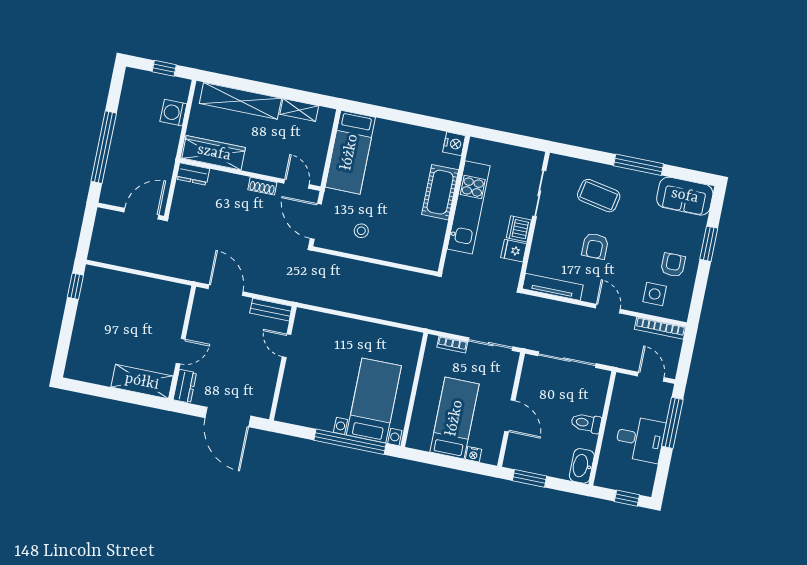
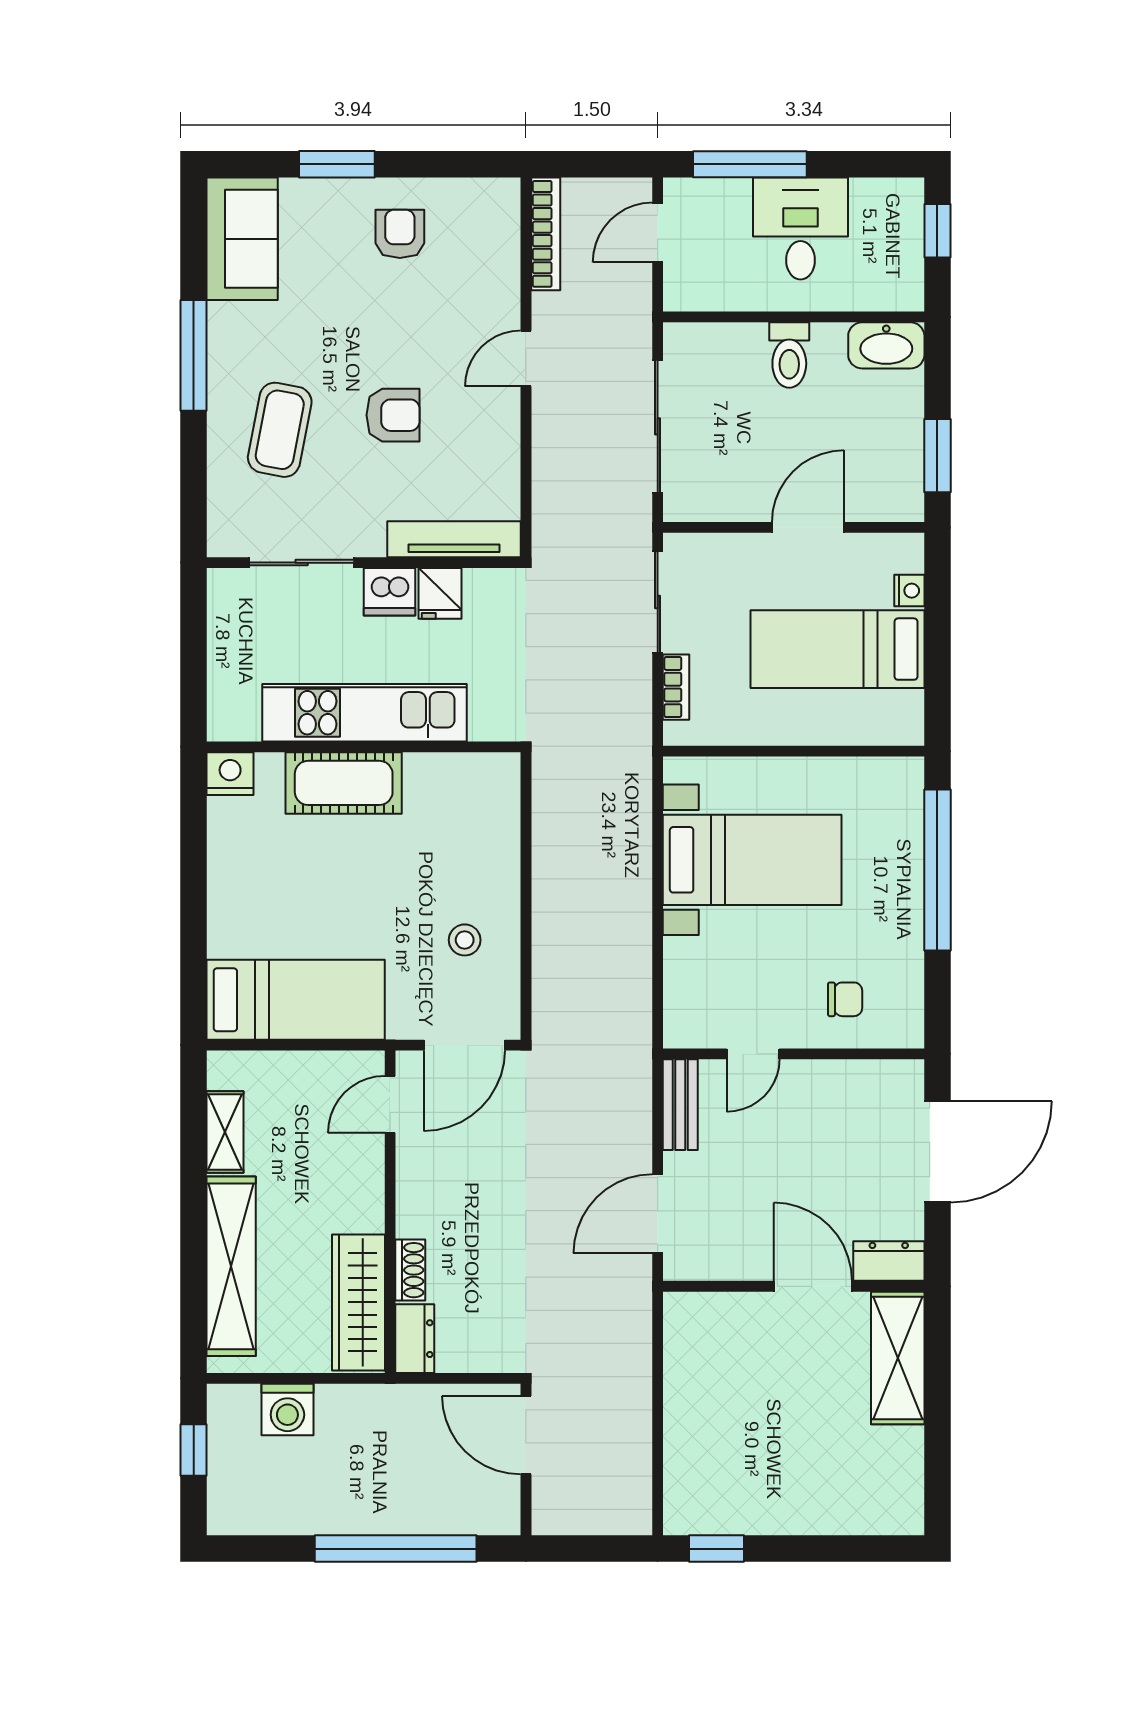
shoe rack: (262, 186) -> (410, 1270), moved
armchair: (673, 265) -> (400, 234), turned 90
tv unit: (553, 287) -> (454, 539), moved, turned 90
side table: (655, 294) -> (472, 262), removed
door: (181, 351) -> (813, 1286), width x1.38
chair: (302, 390) -> (845, 999), added
bed with nightstands: (374, 400) -> (752, 860), moved, turned 180

